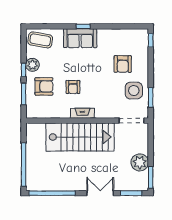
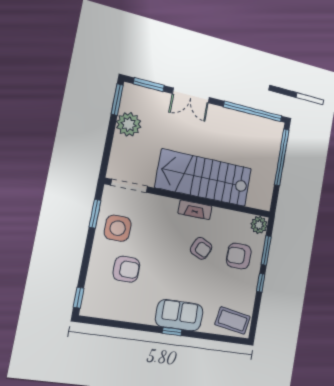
armchair: (123, 64) -> (126, 269), turned 90
plant: (32, 65) -> (259, 225), moved
armchair: (73, 87) -> (201, 248), turned 115

